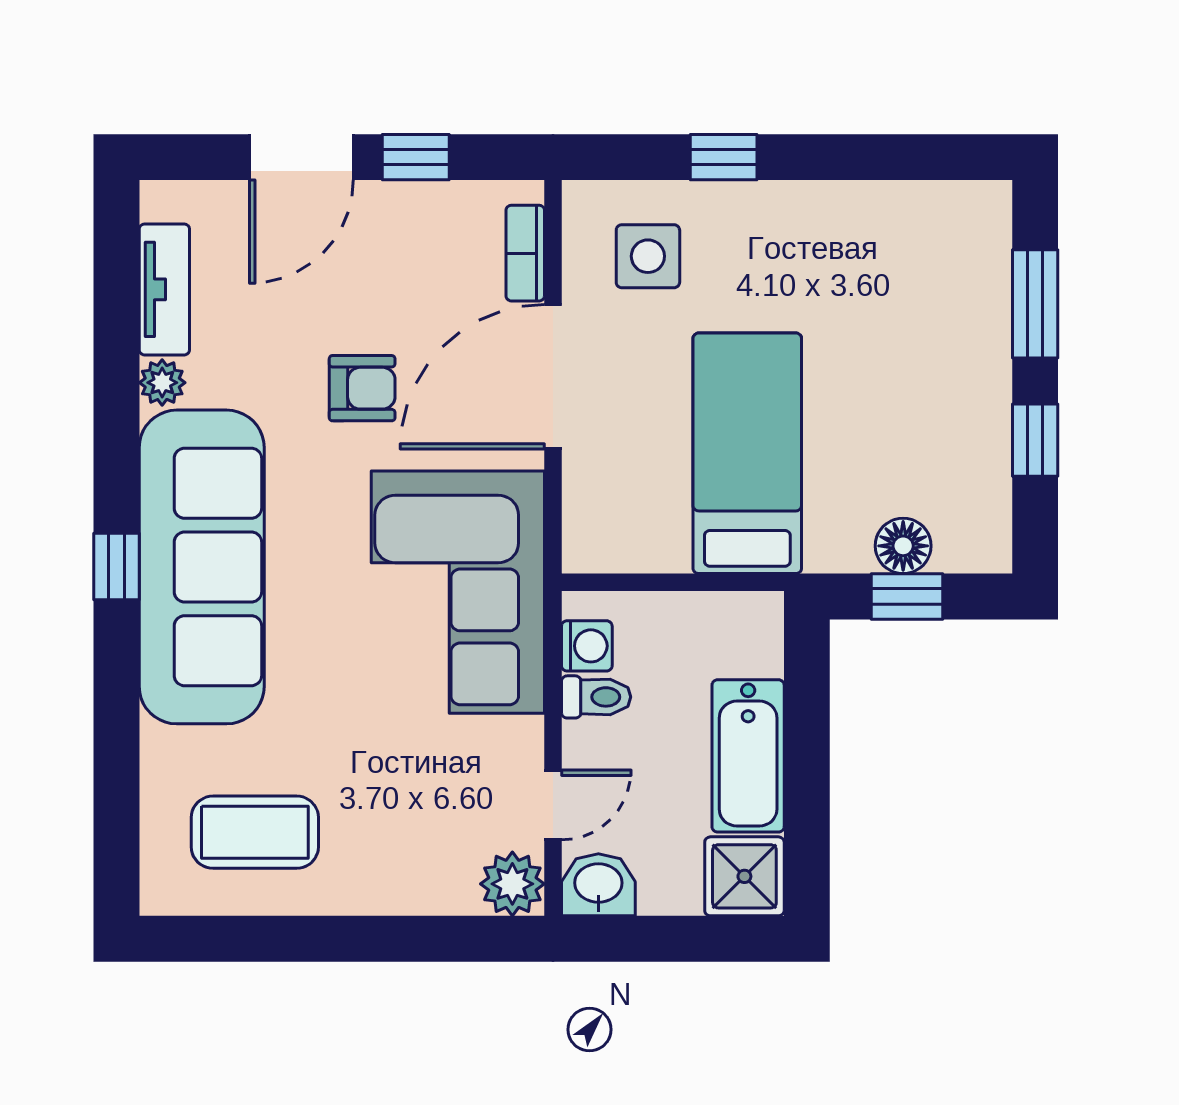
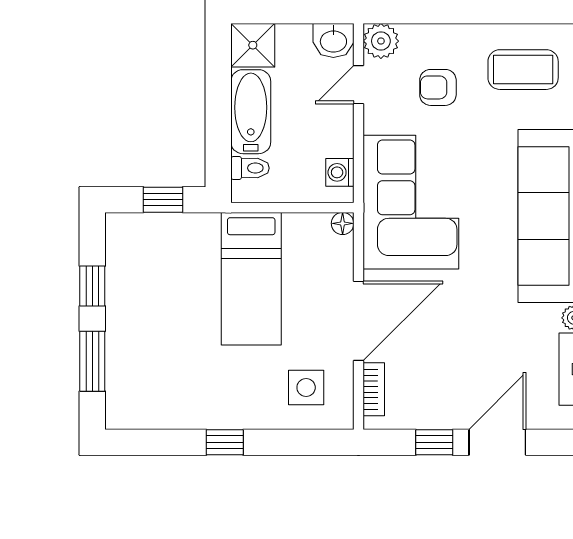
window: (724, 157) -> (225, 442), moved
armchair: (362, 388) -> (438, 87), moved
floor lamp: (903, 546) -> (343, 223), moved, width x0.73, depth x0.73
toilet: (596, 697) -> (250, 168), moved, turned 180

